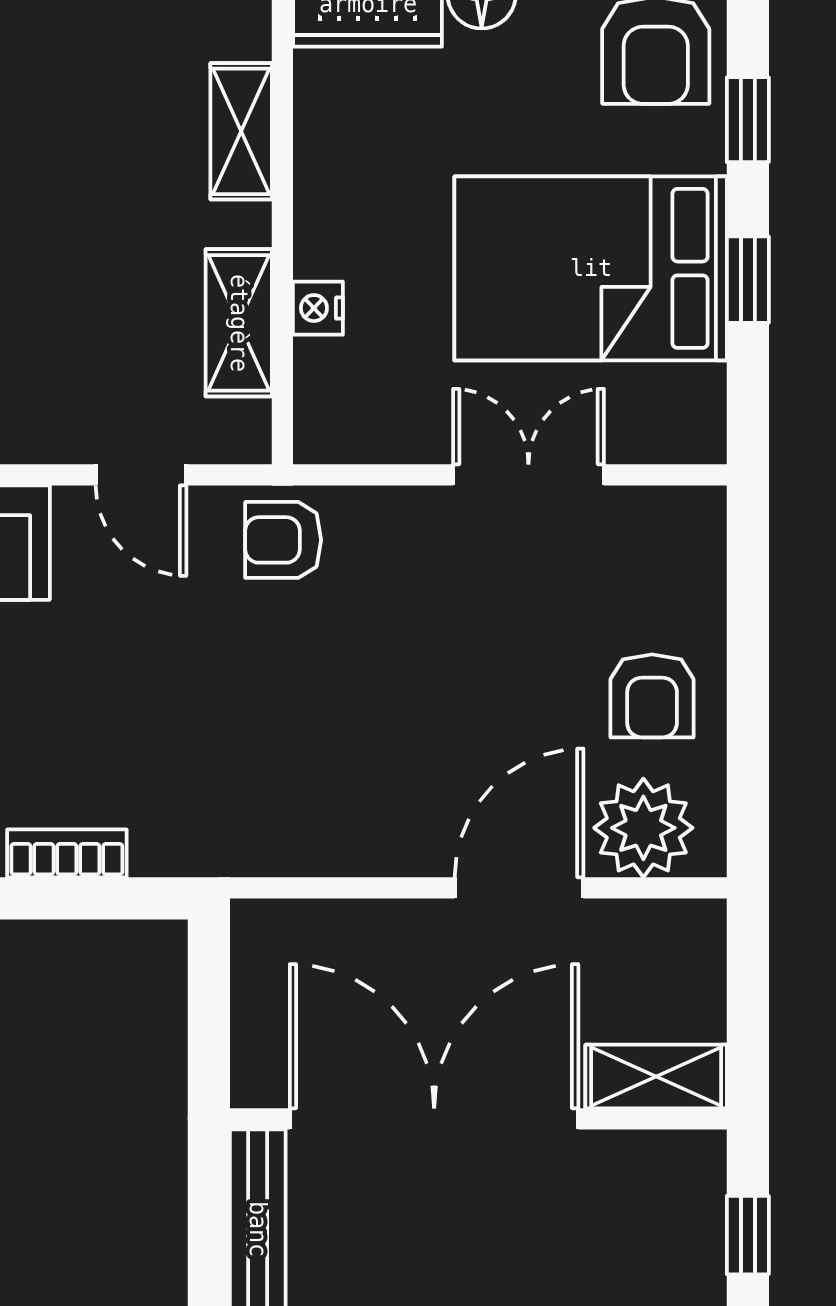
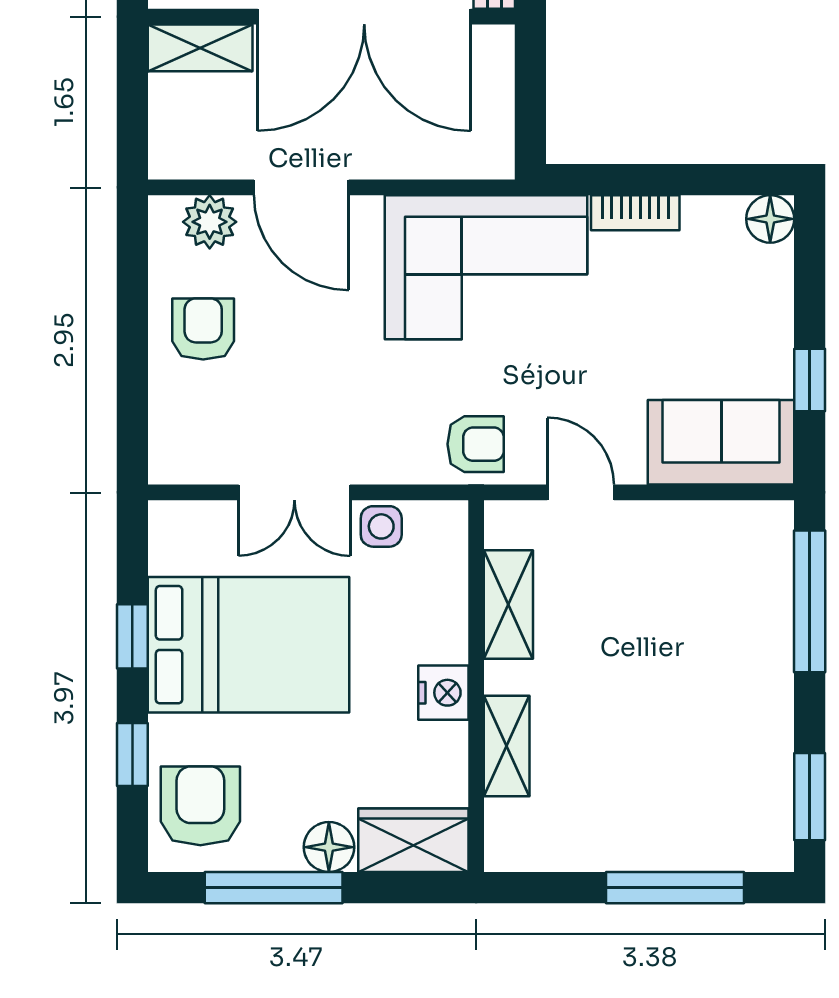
nightstand: (318, 308) -> (443, 693), moved, width x1.39, depth x1.35
side table: (411, 429) -> (381, 526), added
corner sofa: (269, 780) -> (486, 267), added
plant: (643, 828) -> (210, 222), width x0.73, depth x0.73
door: (519, 888) -> (301, 187), hinge flipped

